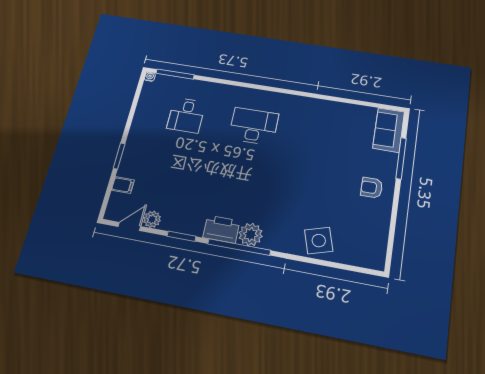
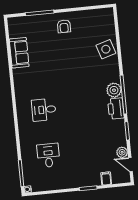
desk: (186, 115) -> (48, 155), turned -90
desk: (254, 126) -> (44, 110), width x0.73
sofa: (389, 130) -> (19, 53), moved, turned -90

